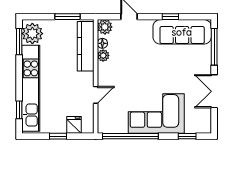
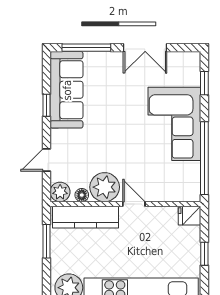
plant: (103, 55) -> (105, 187), width x1.87, depth x1.87
door: (96, 95) -> (134, 204), moved
fridge: (74, 125) -> (189, 216), moved

